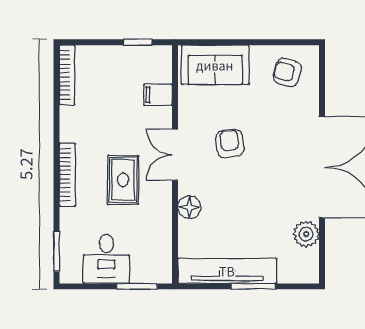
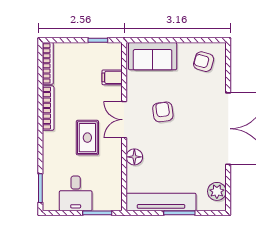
bookcase: (67, 175) -> (48, 108), moved
plant: (306, 234) -> (217, 191), moved

